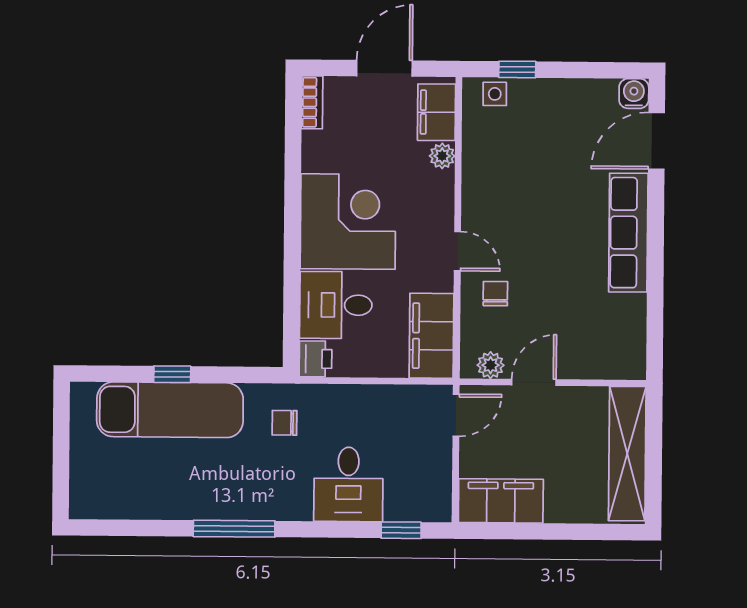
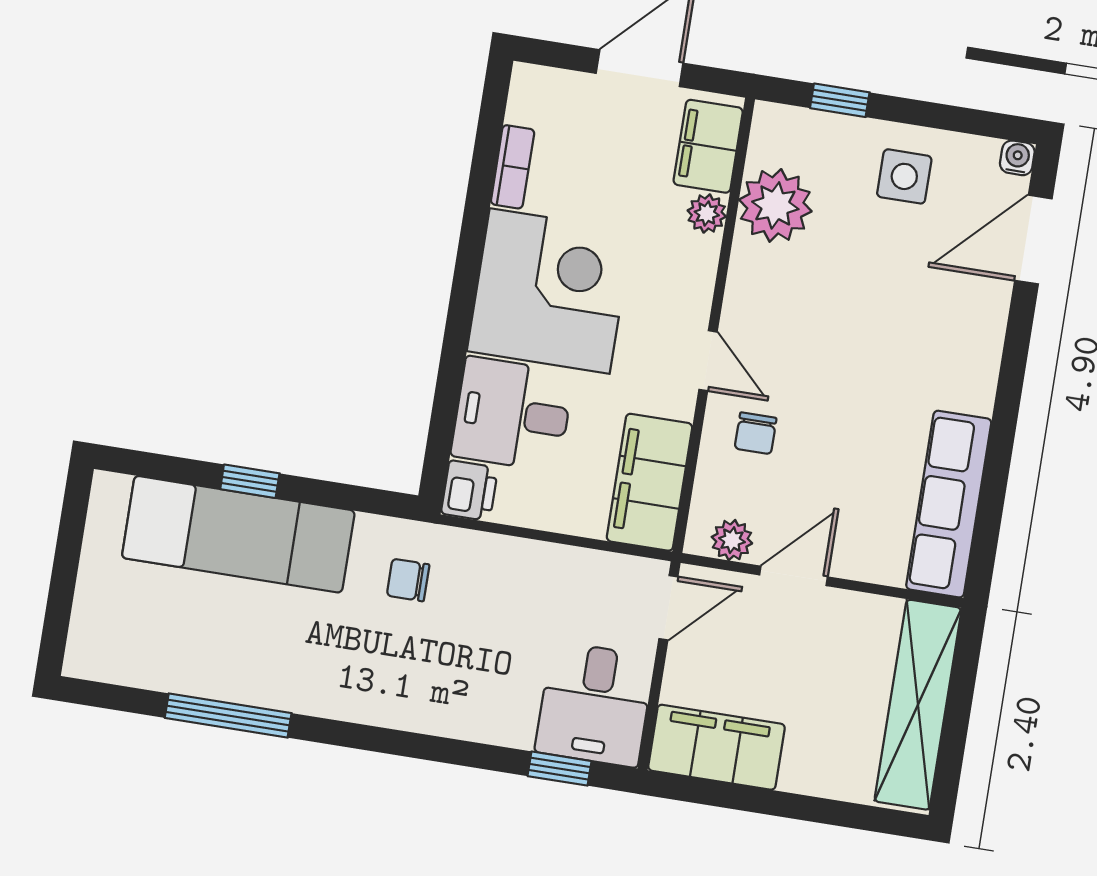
water cooler: (634, 93) -> (1017, 158), width x0.72, depth x0.72
side table: (495, 94) -> (904, 176), moved, width x1.37, depth x1.37
bookcase: (312, 102) -> (513, 167), moved
plant: (486, 144) -> (775, 205), added
row of seats: (628, 233) -> (949, 504), moved
chair: (495, 294) -> (756, 433), turned 180
desk: (348, 484) -> (595, 704), moved
window: (234, 529) -> (228, 716), moved

